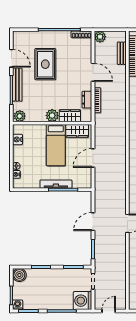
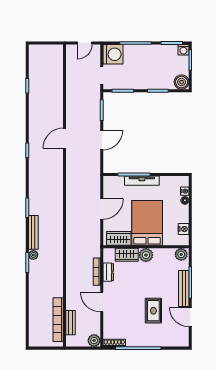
rug: (45, 64) -> (153, 311), width x0.73, depth x0.70
bed: (56, 145) -> (147, 223), width x1.50

